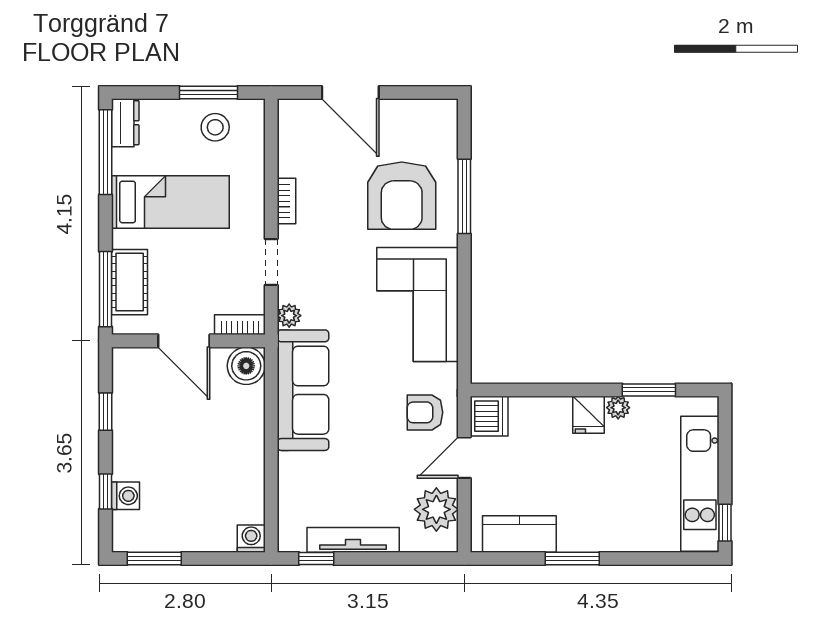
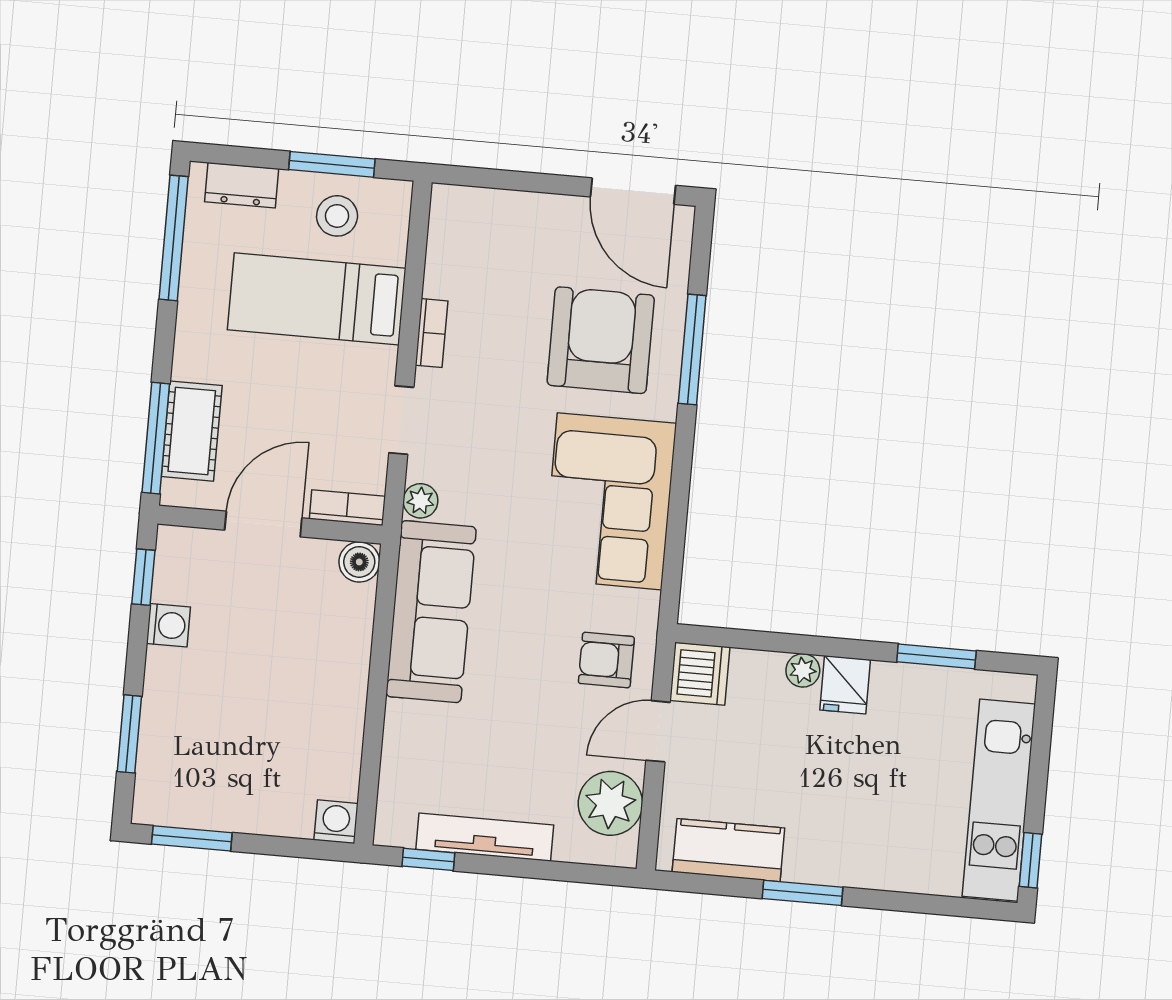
door: (350, 92) -> (633, 191), moved
dresser: (125, 123) -> (242, 185), moved, turned 90
armchair: (402, 196) -> (601, 340), turned 180
bed: (170, 202) -> (317, 299), moved, turned 180
door: (184, 341) -> (263, 524), swing flipped
boiler: (246, 366) -> (359, 562), width x0.73, depth x0.73
plant: (618, 408) -> (803, 670), moved
window: (106, 412) -> (143, 577), moved
window: (106, 491) -> (129, 734), width x1.50
washing machine: (126, 496) -> (168, 625), moved

